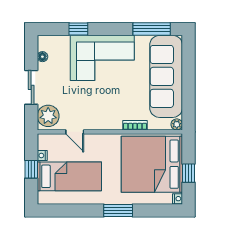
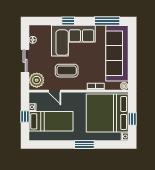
window: (78, 29) -> (68, 21), moved
coffee table: (92, 102) -> (67, 71), added

